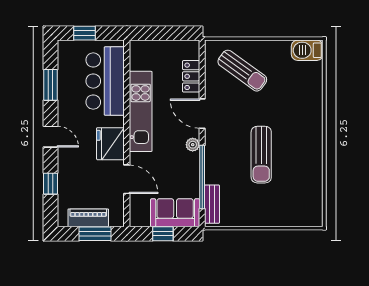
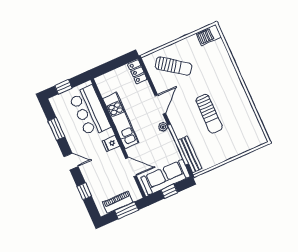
locker: (191, 76) -> (137, 72), moved
door: (202, 114) -> (160, 105), swing flipped
fridge: (110, 144) -> (111, 143), width x0.53, depth x0.75
bench: (212, 204) -> (190, 154), width x1.36
sofa: (175, 213) -> (165, 177), width x1.36

